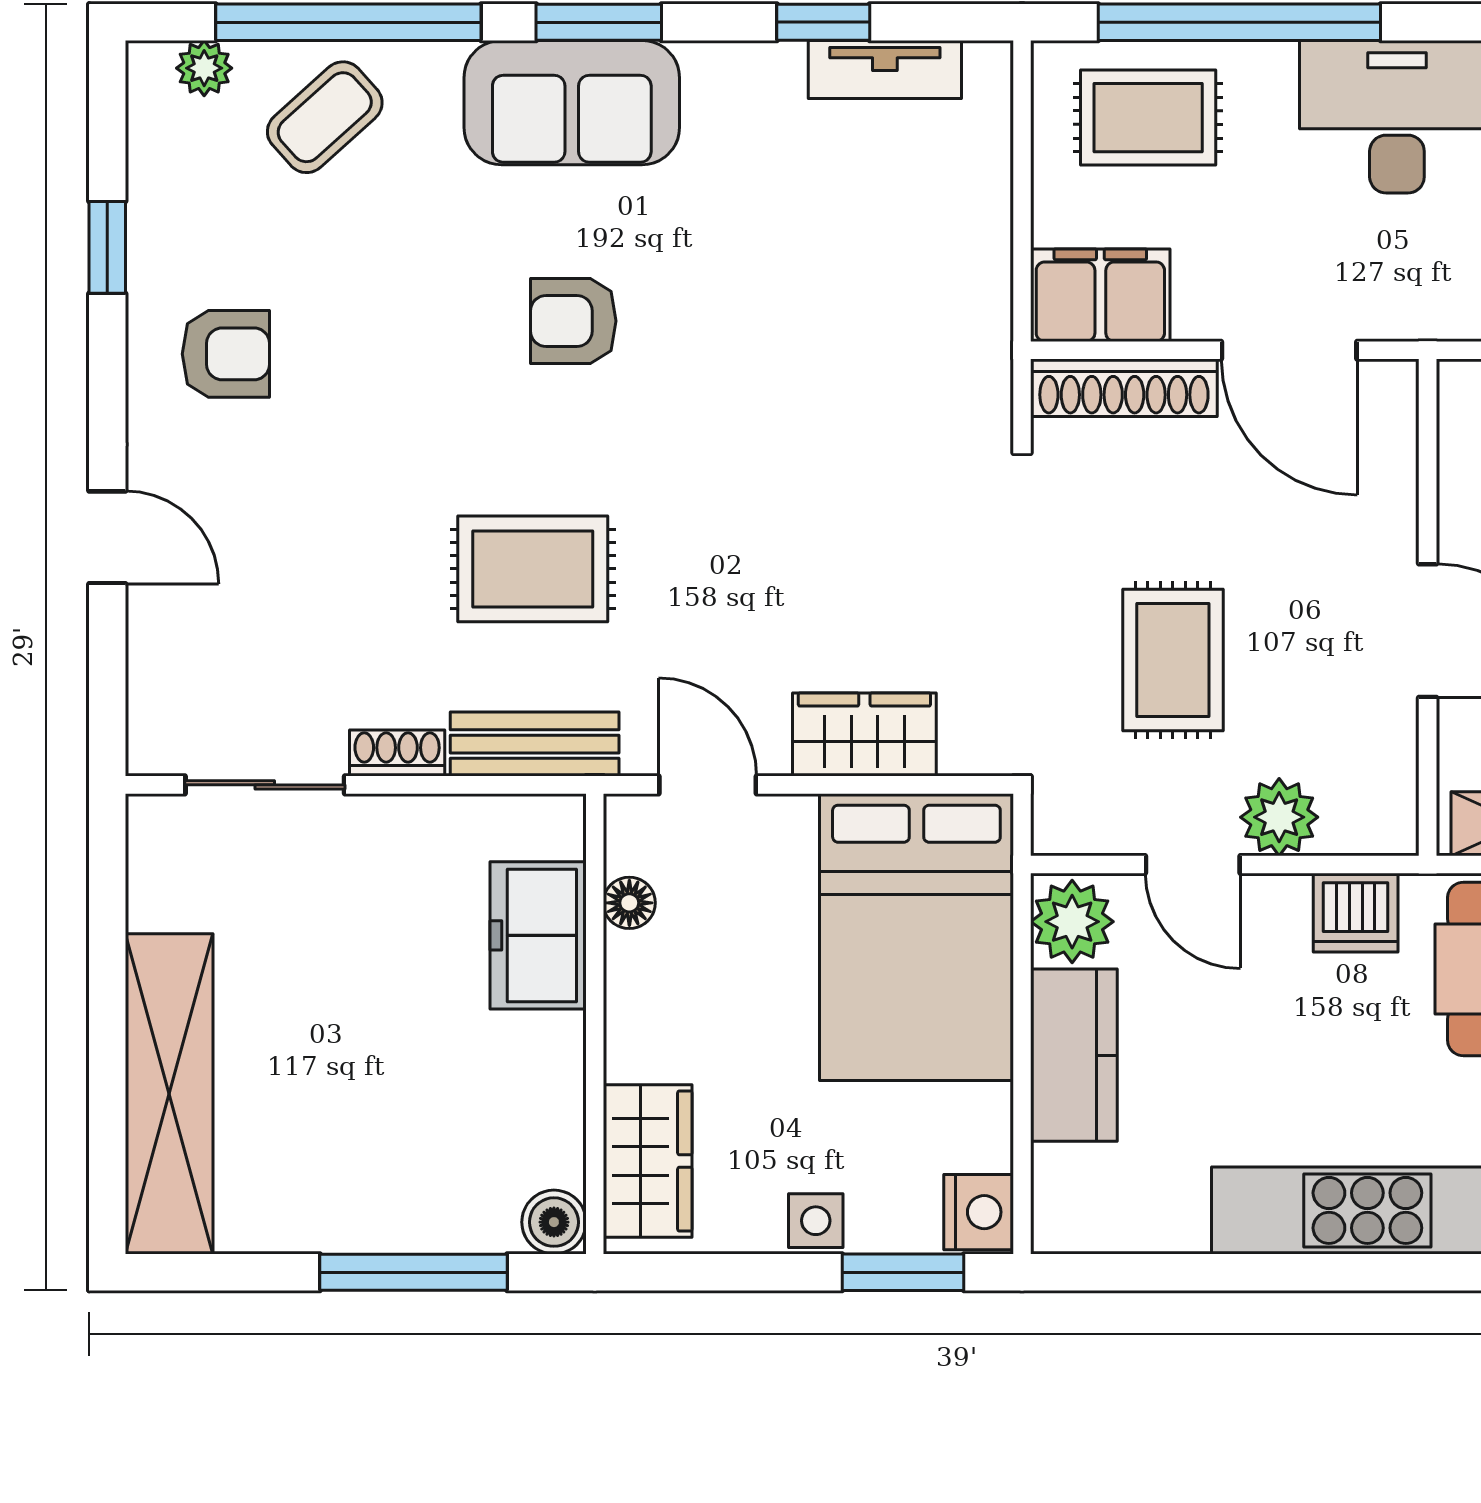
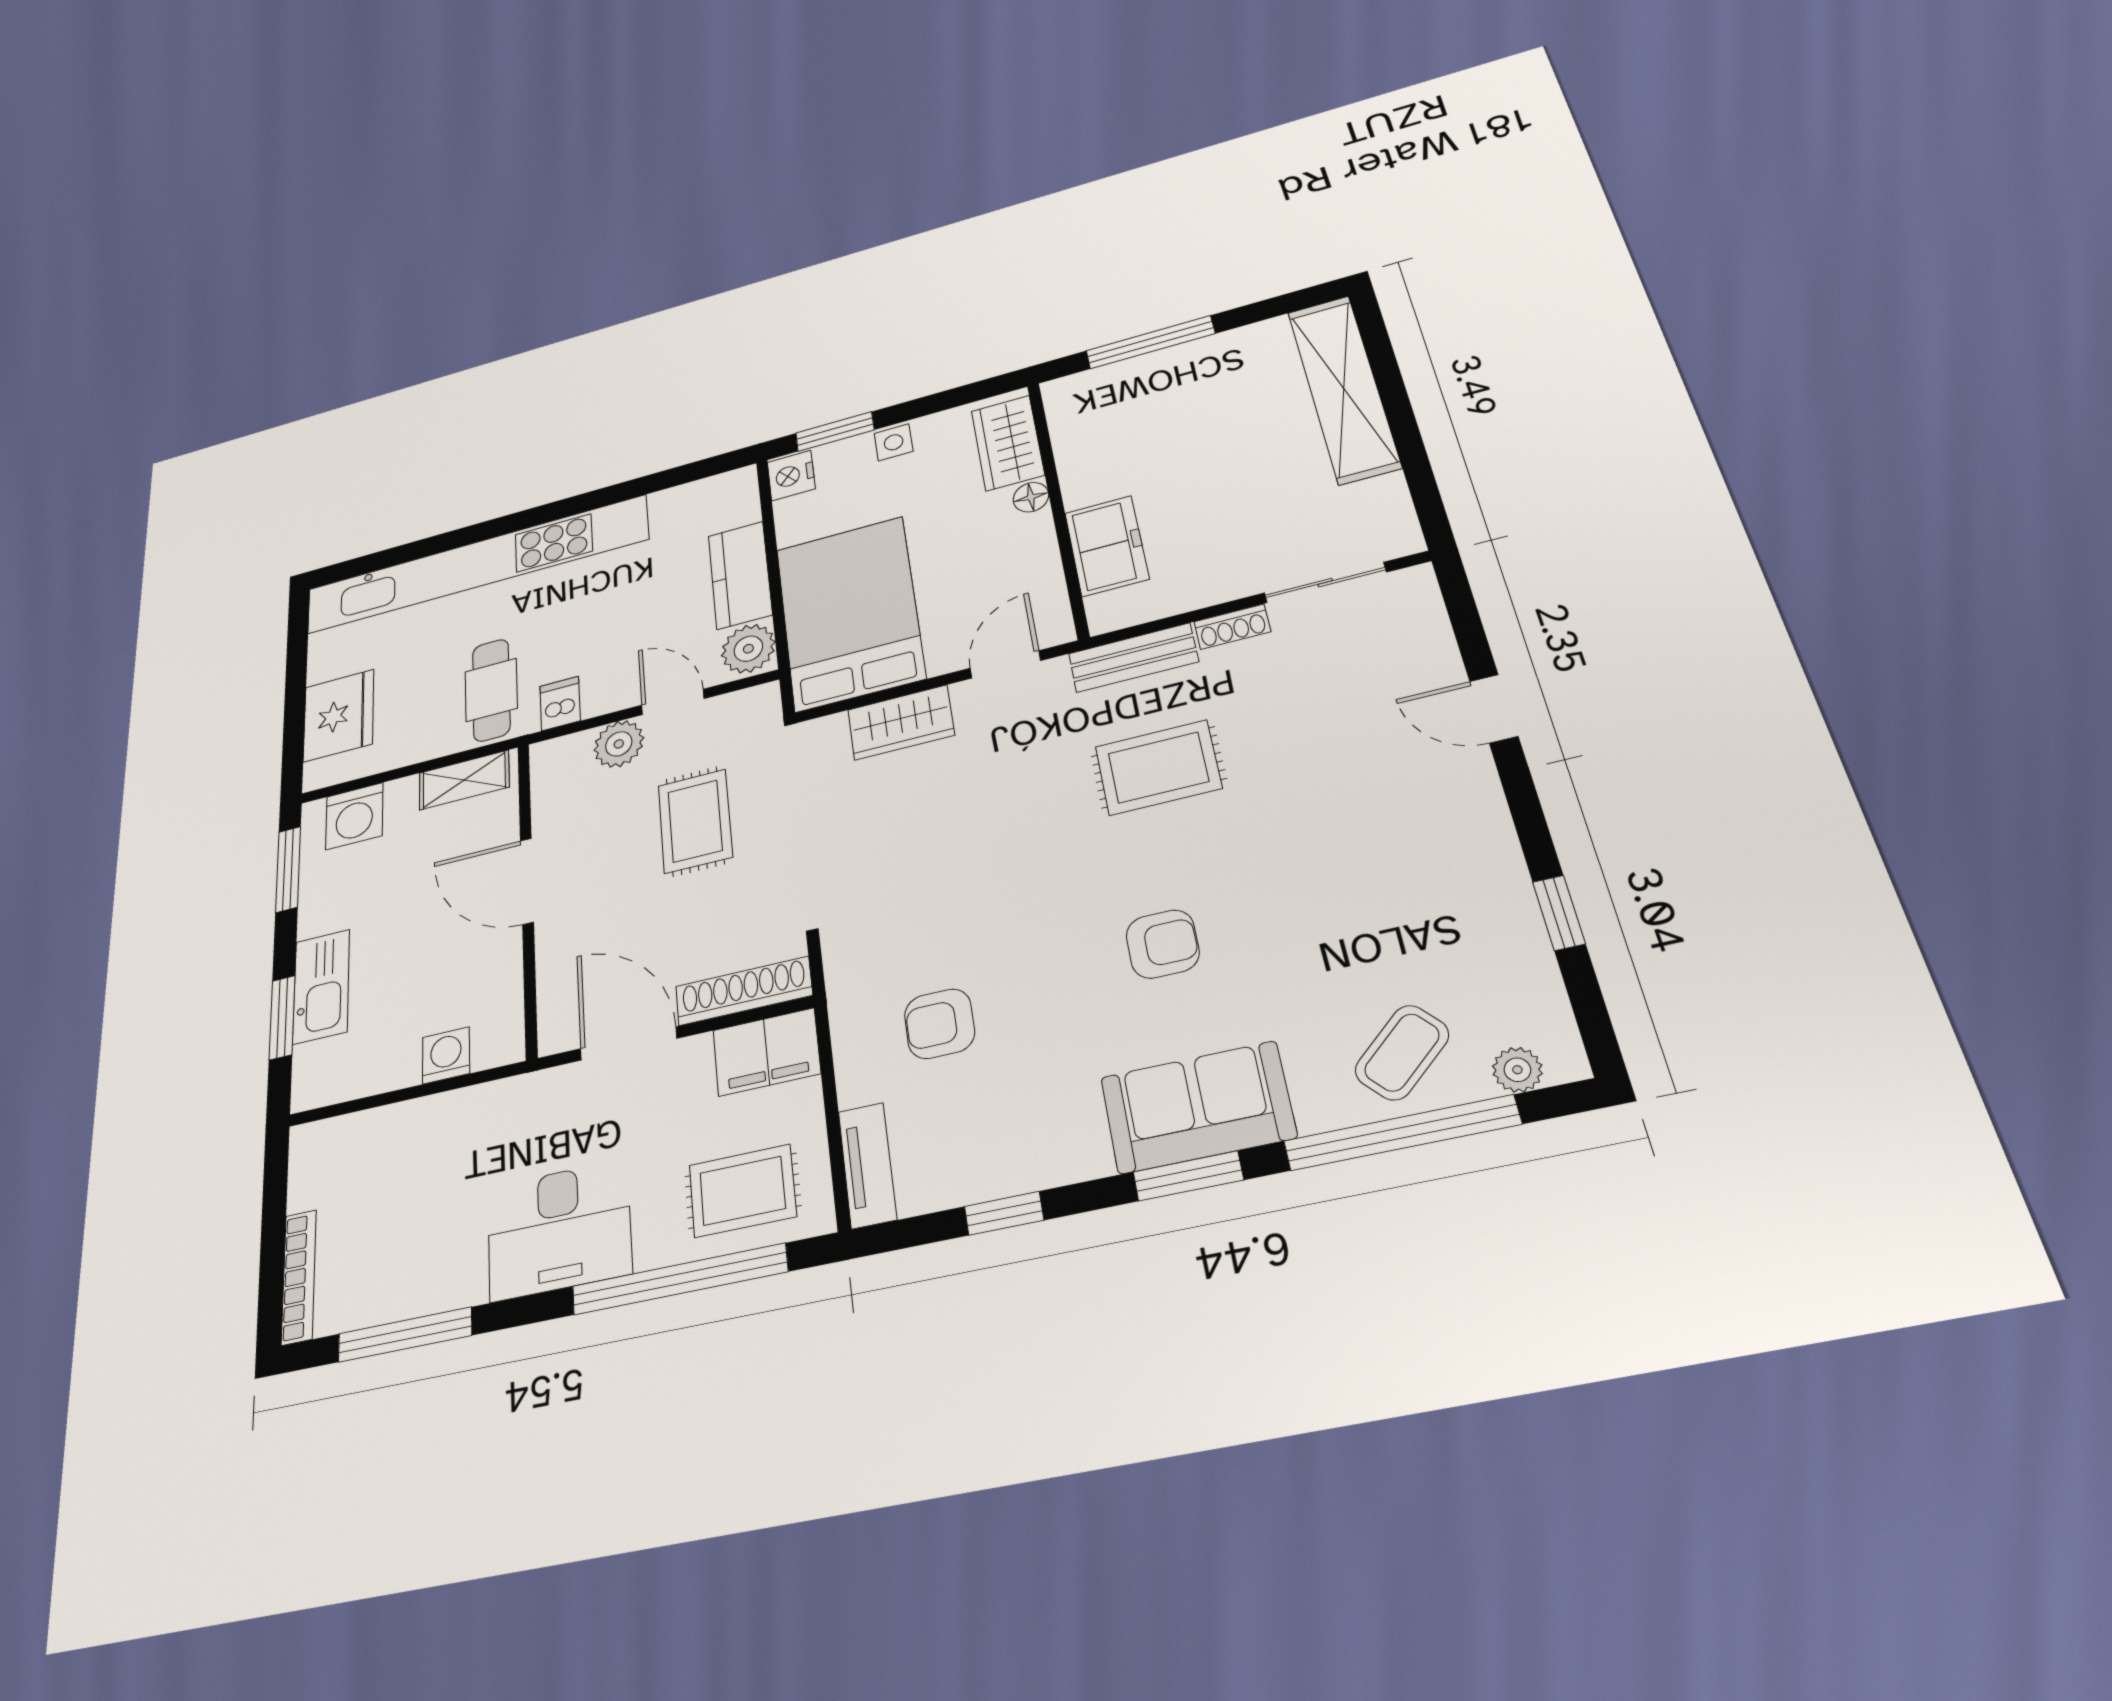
tv unit: (885, 69) -> (867, 1165), moved, turned 90
armchair: (226, 354) -> (939, 1024), moved
door: (708, 785) -> (1005, 664), swing flipped
floor lamp: (629, 903) -> (1031, 497), moved
dishwasher: (1356, 913) -> (560, 703), width x0.73
boiler: (554, 1222) -> (1063, 394), removed

